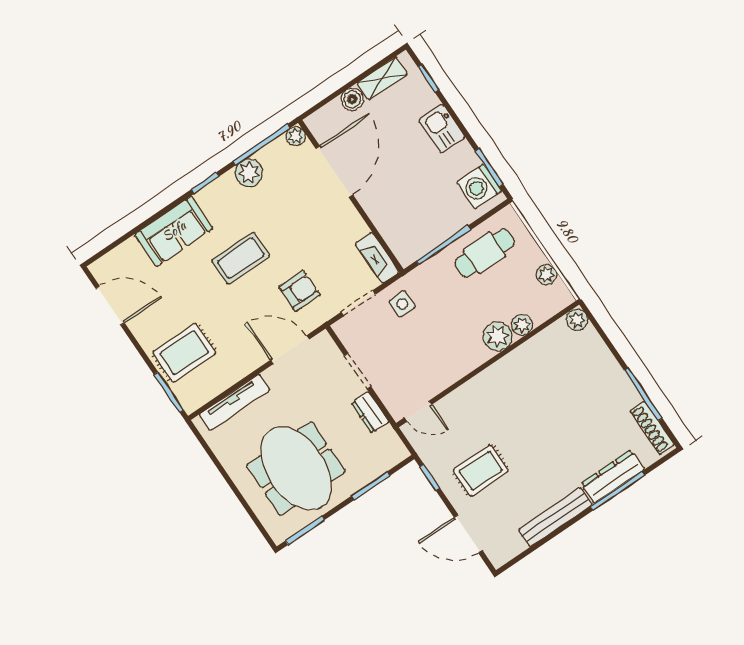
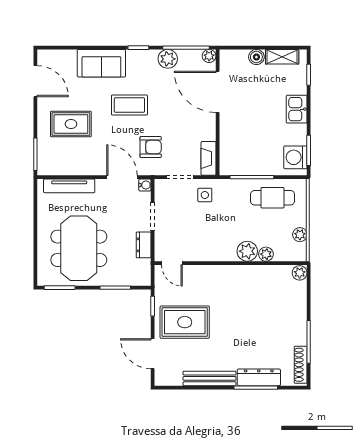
door: (334, 172) -> (218, 92), swing flipped
water cooler: (323, 340) -> (145, 185), added
rug: (184, 353) -> (71, 124), moved
rug: (481, 471) -> (185, 322), width x1.36, depth x1.43

